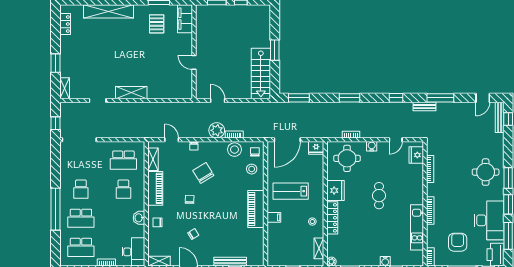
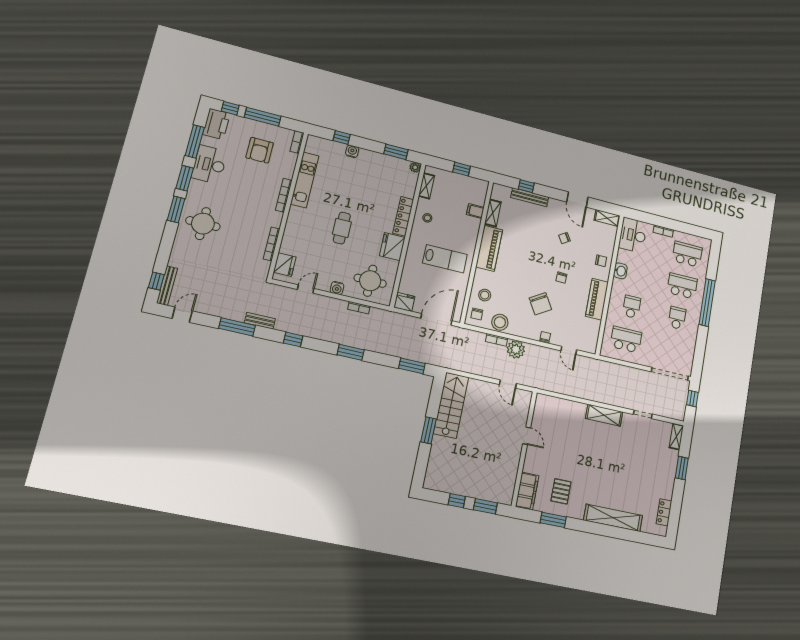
shelving: (153, 159) -> (493, 213), moved
filing cabinet: (274, 217) -> (475, 211), moved
desk: (489, 220) -> (209, 165), width x0.73, depth x0.77

